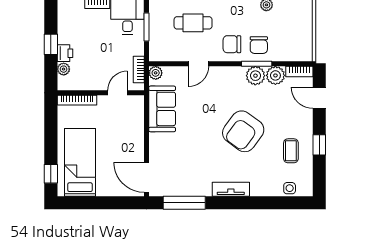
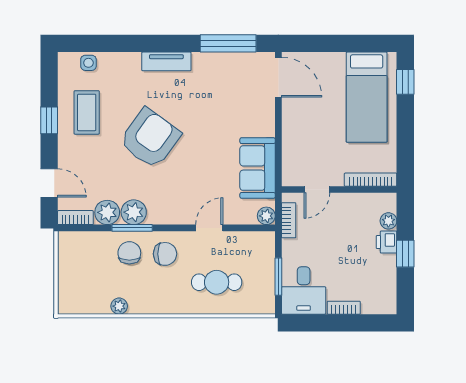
coffee table: (291, 151) -> (87, 112), width x1.36, depth x1.30

